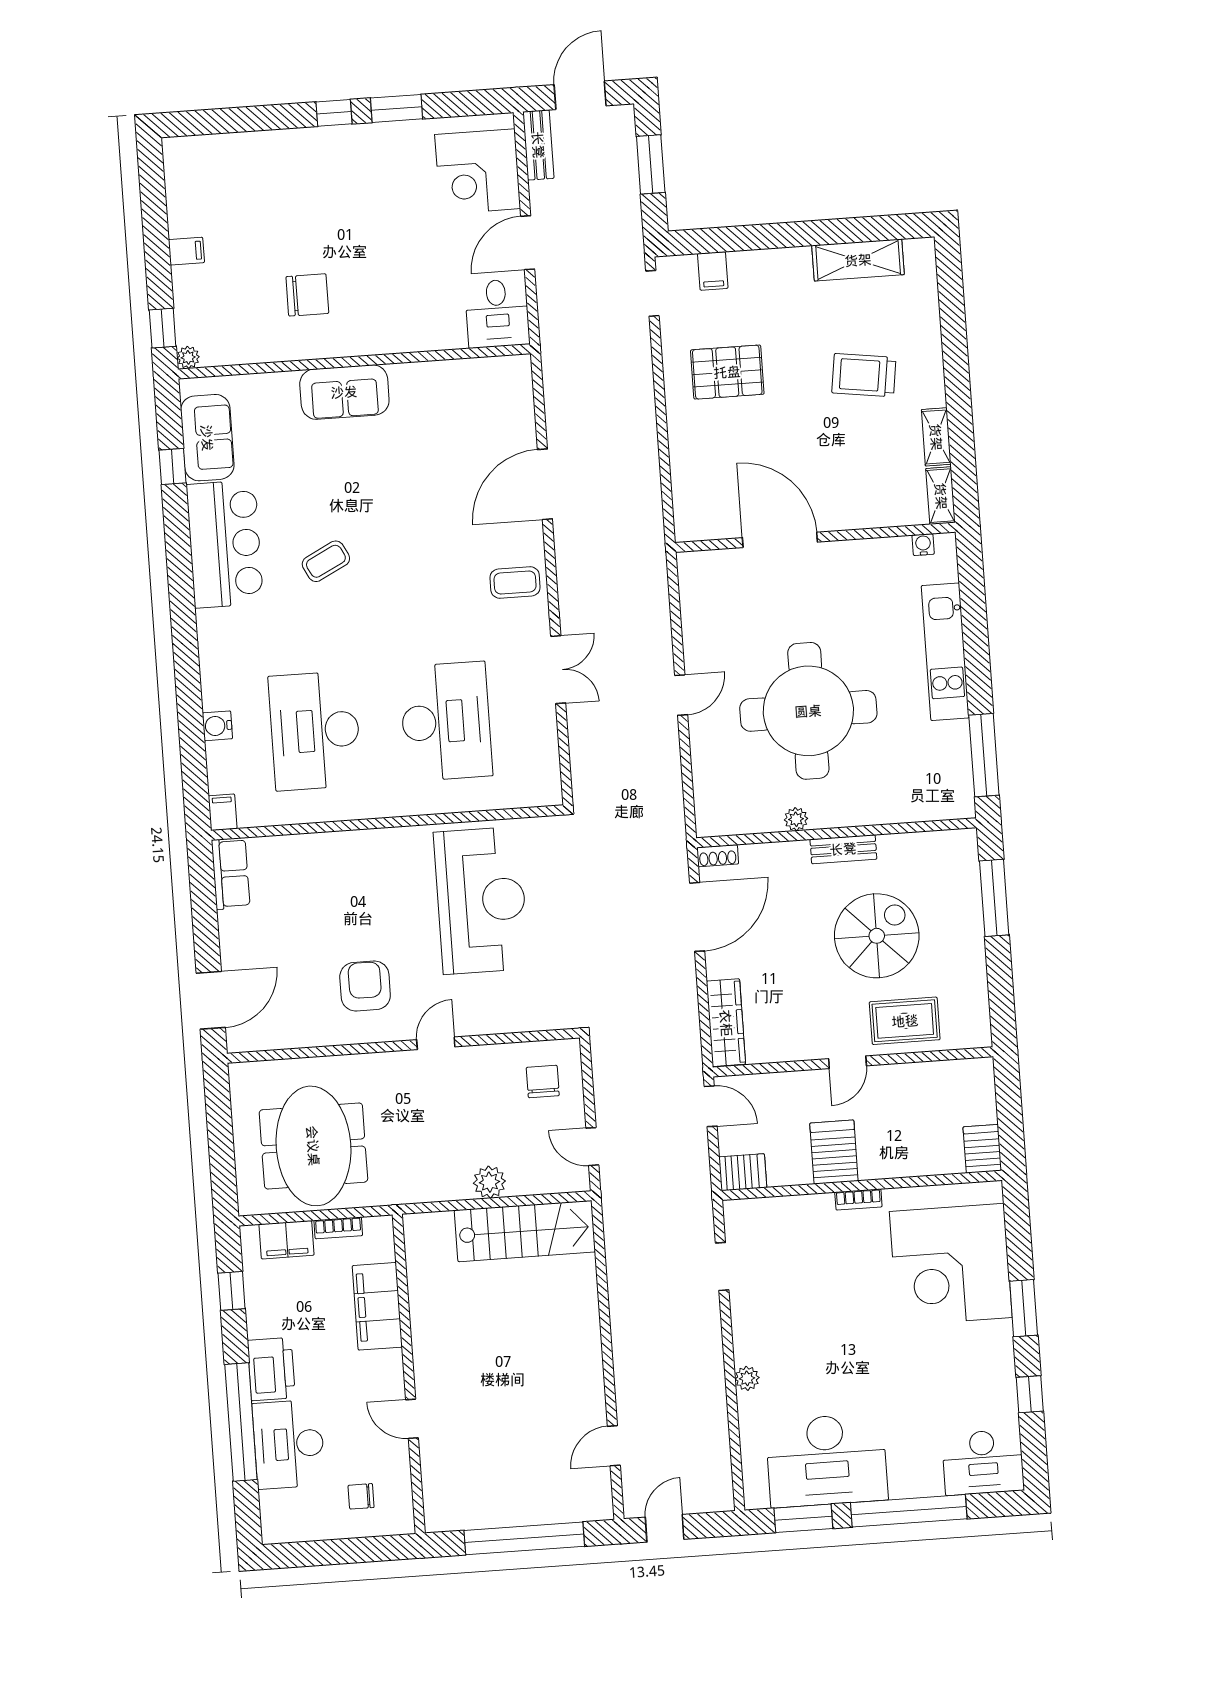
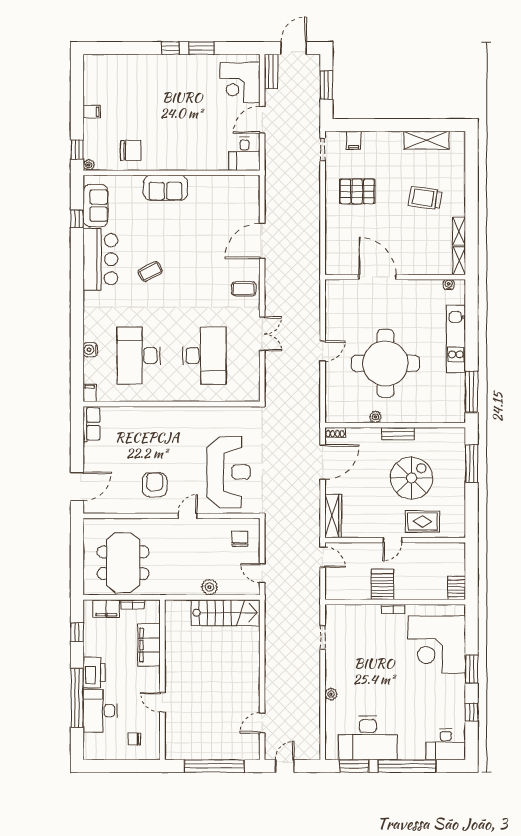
chair: (307, 295) -> (131, 151), moved
reception desk: (481, 900) -> (228, 472), moved
server rack: (743, 1172) -> (336, 591), removed

